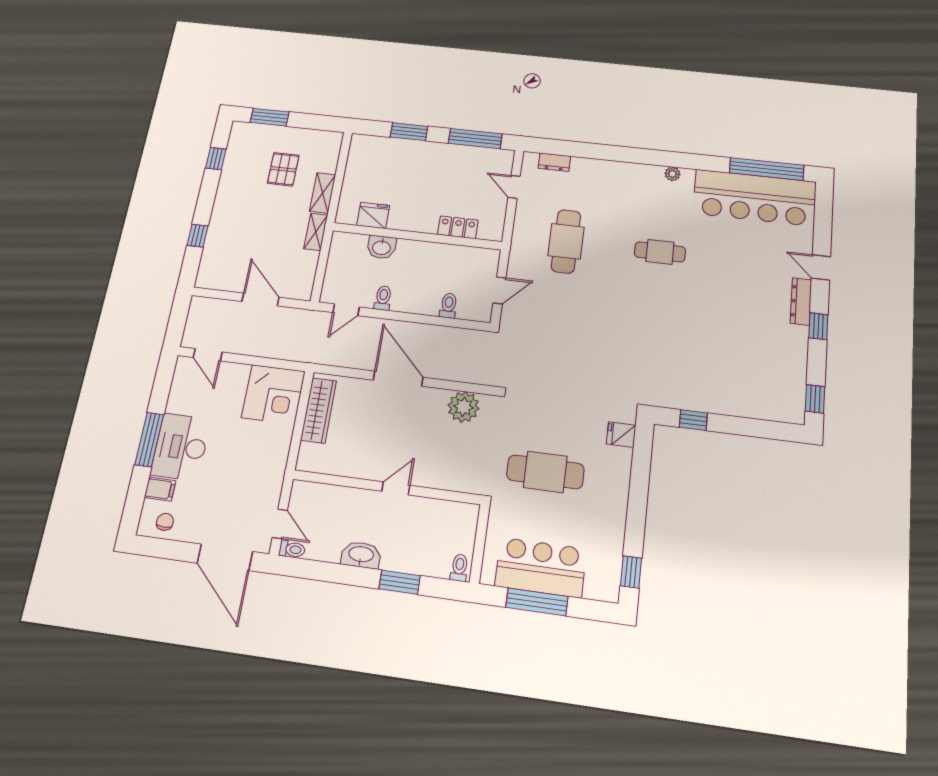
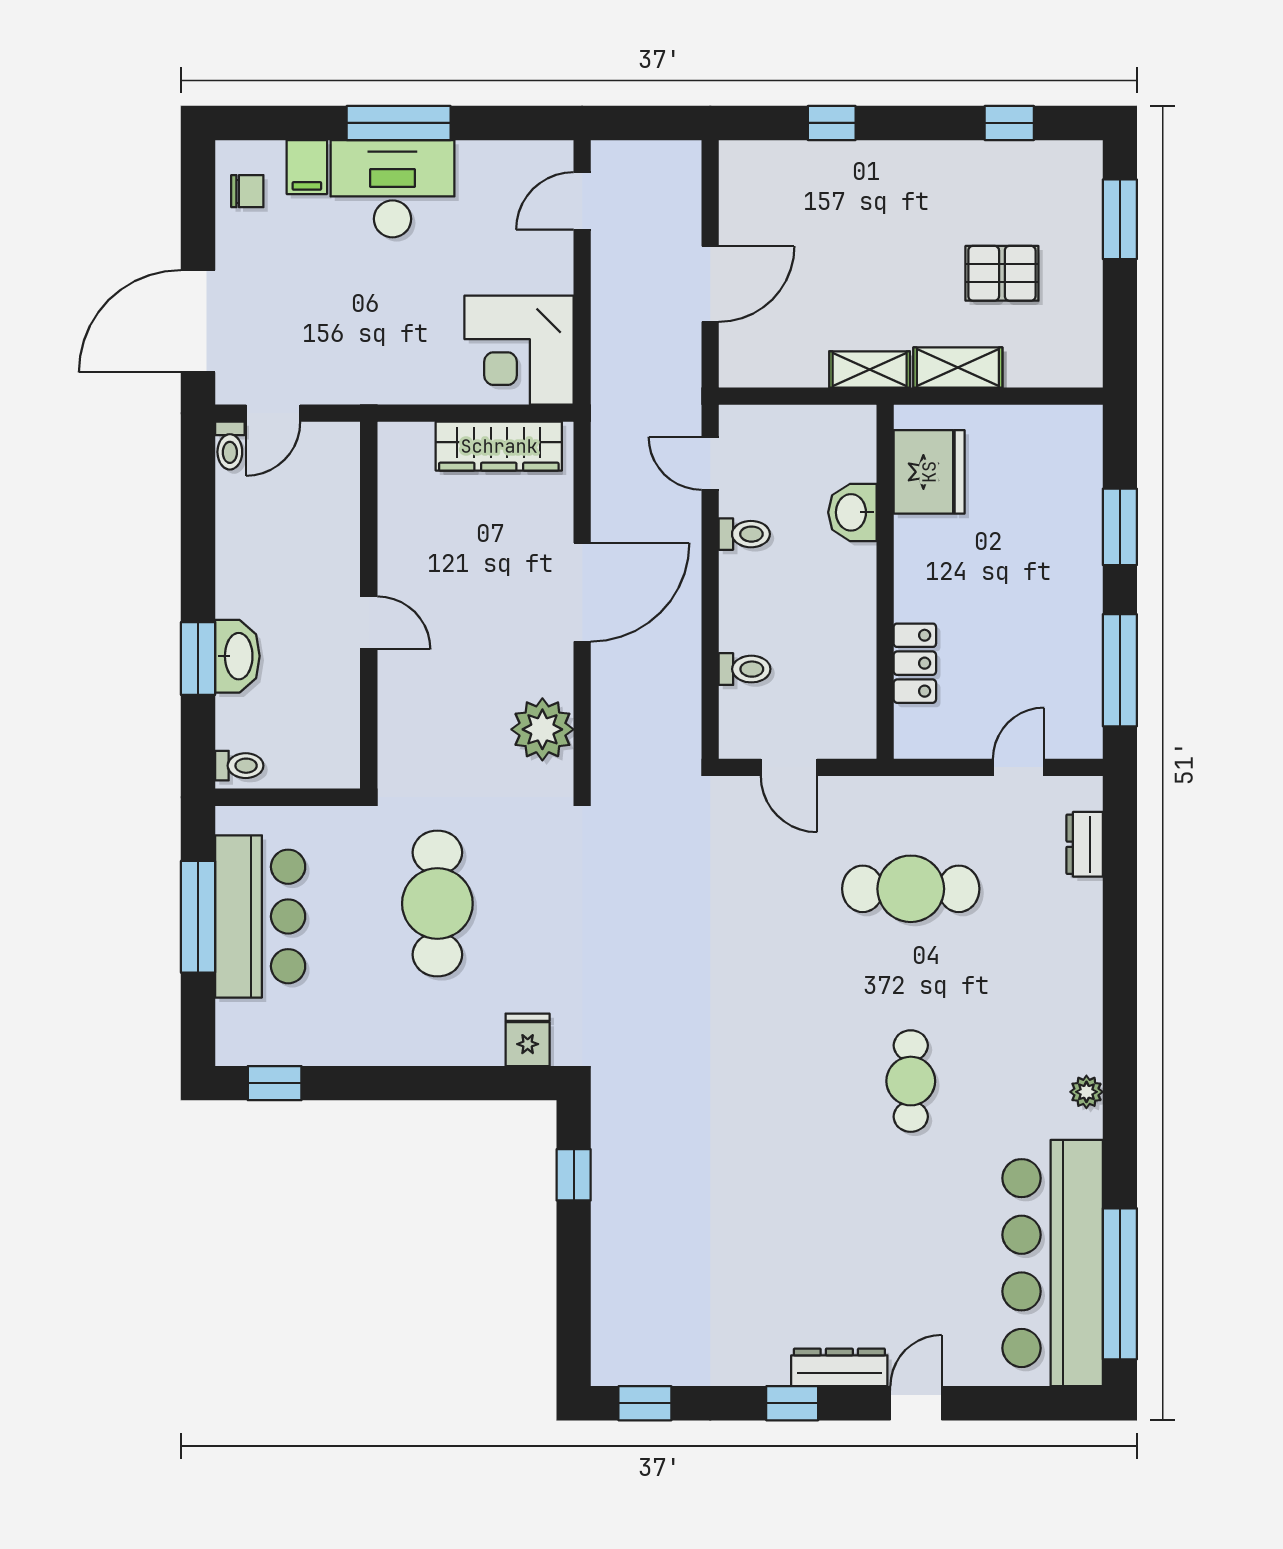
fridge: (373, 215) -> (929, 472), width x1.36, depth x1.34
washbasin: (361, 555) -> (237, 656), moved

